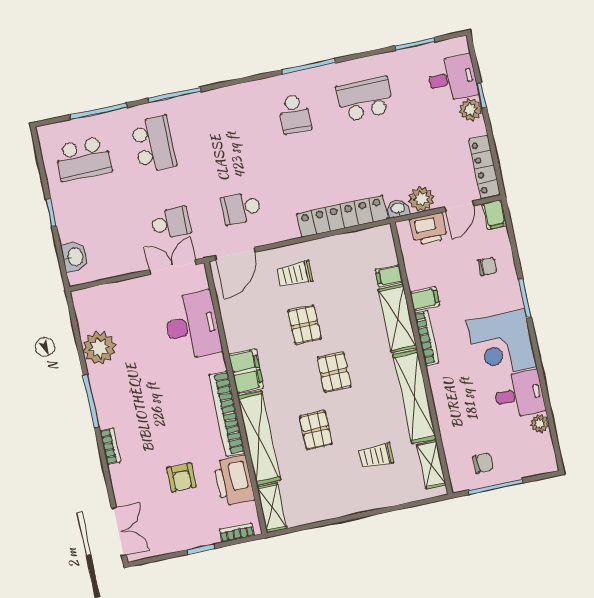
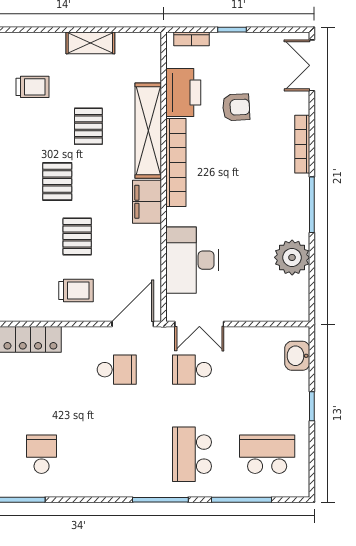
bookcase: (110, 446) -> (302, 144), width x1.56
armchair: (181, 477) -> (236, 107), turned 87
shelving: (272, 508) -> (90, 43), moved, turned 90

